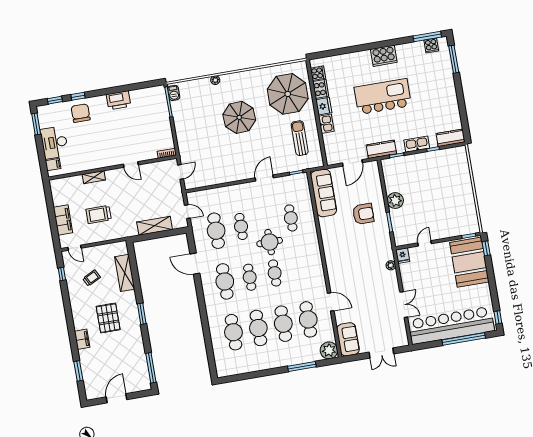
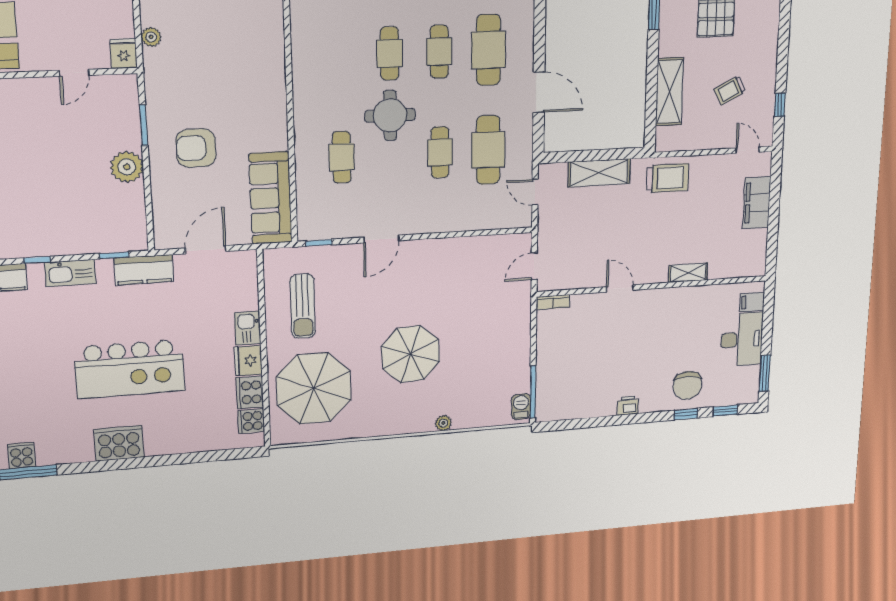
printer: (118, 100) -> (628, 405), width x0.53, depth x0.68
trolley: (99, 214) -> (667, 178), moved

